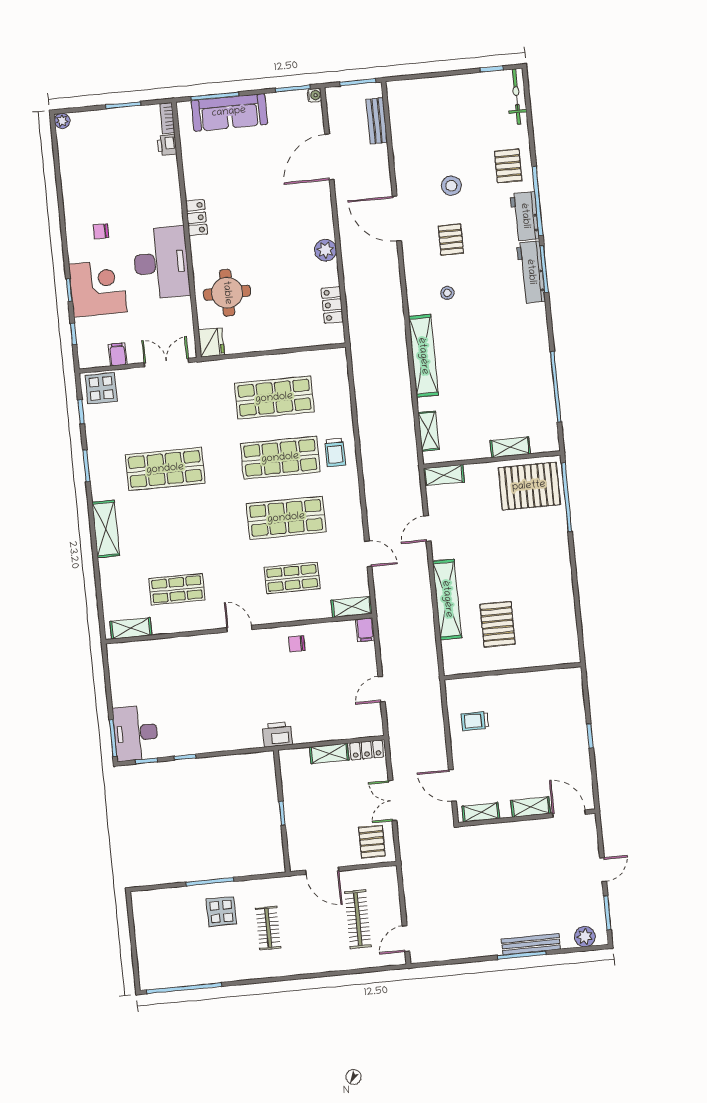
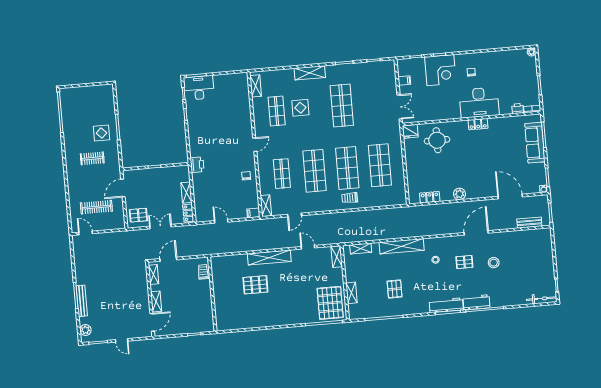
pallet: (508, 166) -> (395, 289), moved, turned 90
desk: (161, 263) -> (479, 103), moved
display table: (101, 388) -> (300, 108), moved
wall: (512, 671) -> (212, 294), moved

